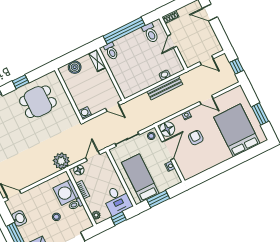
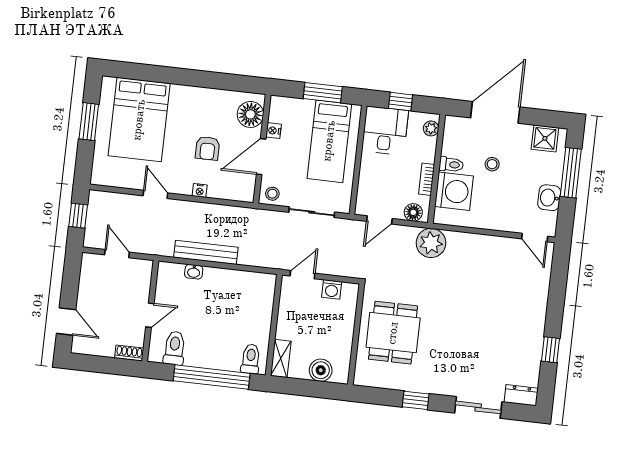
dining table: (38, 102) -> (393, 333), moved, turned 90
door: (112, 107) -> (302, 275), hinge flipped
washing machine: (85, 113) -> (332, 289), moved
floor lamp: (167, 129) -> (250, 114), moved

